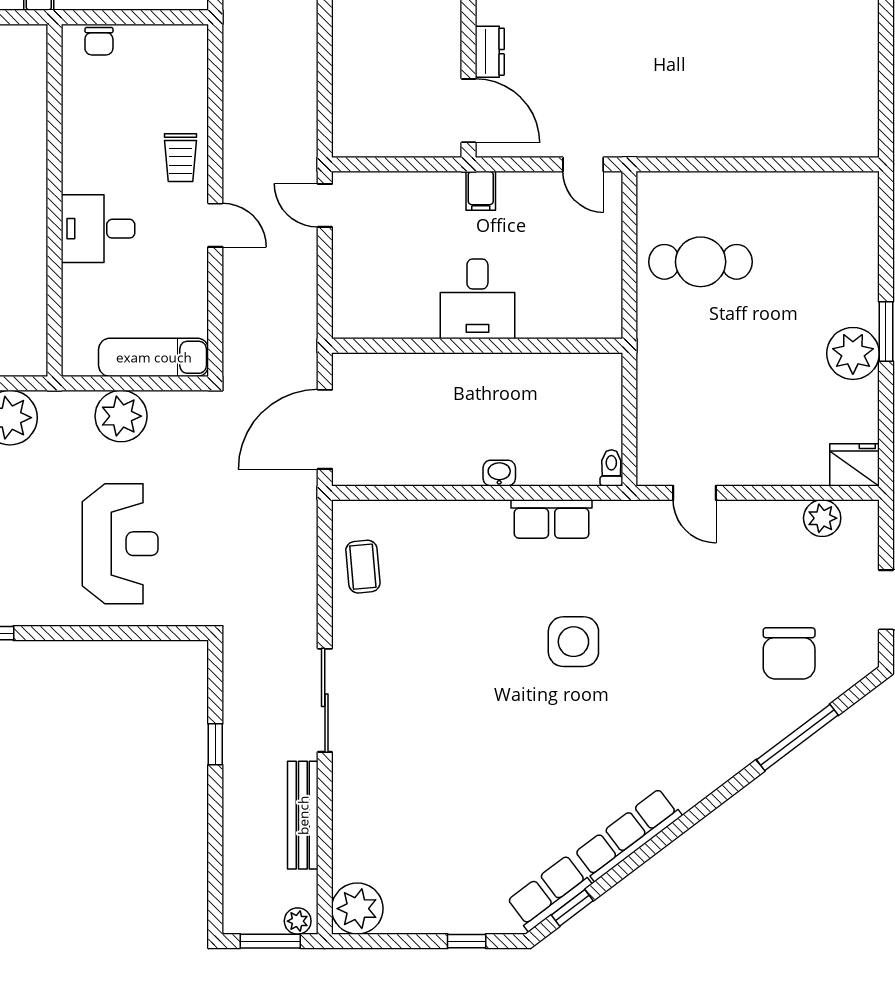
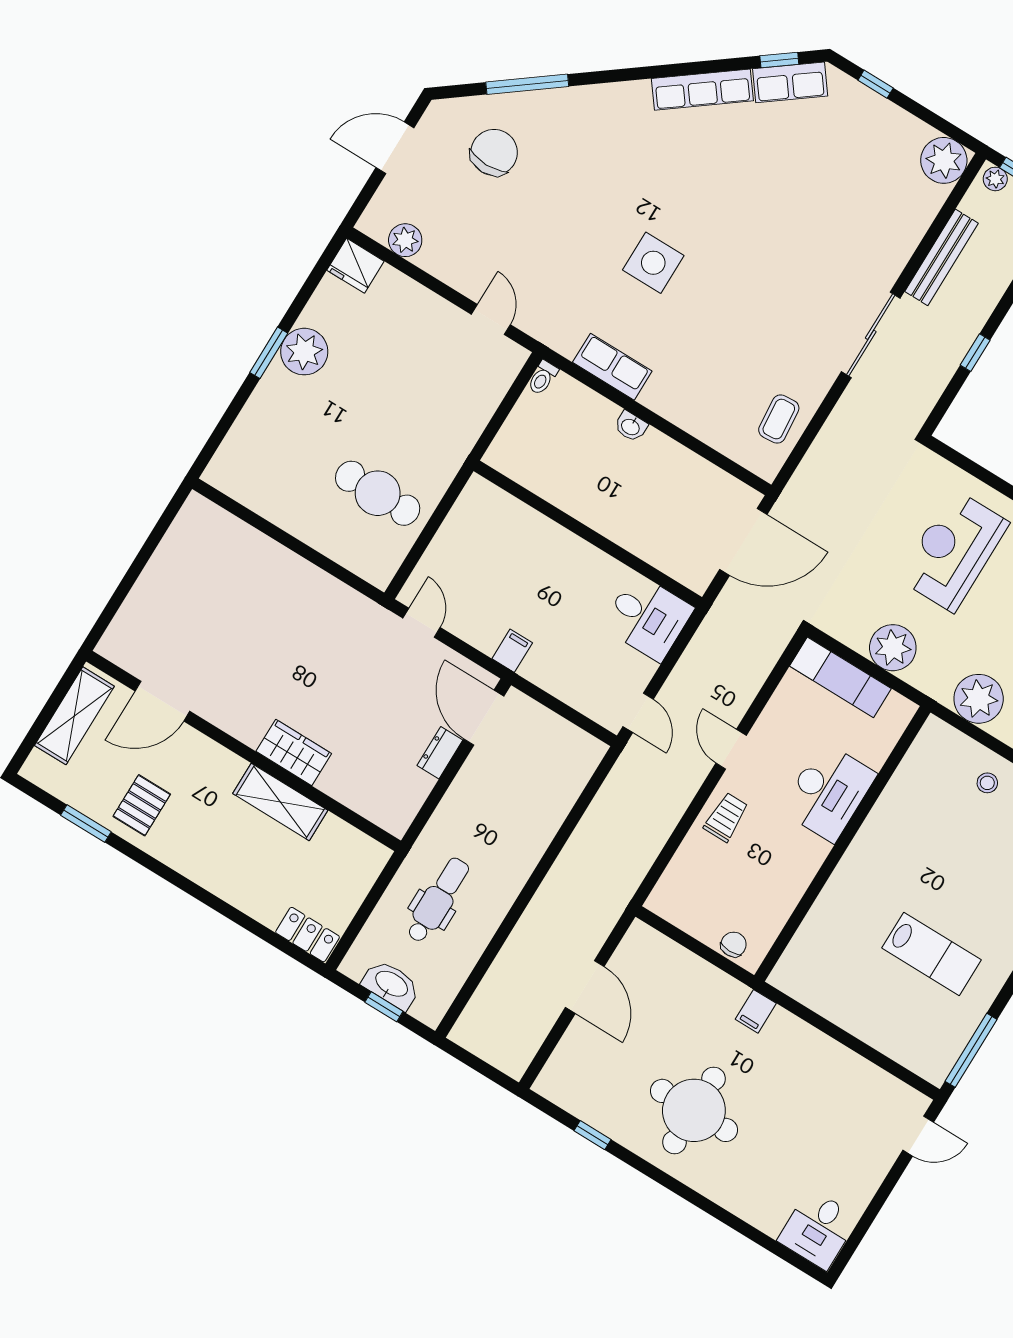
desk: (98, 229) -> (828, 792), width x1.37
desk: (477, 299) -> (648, 617), moved, turned 90

